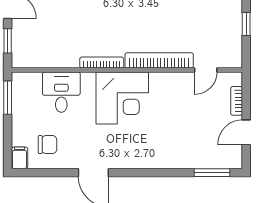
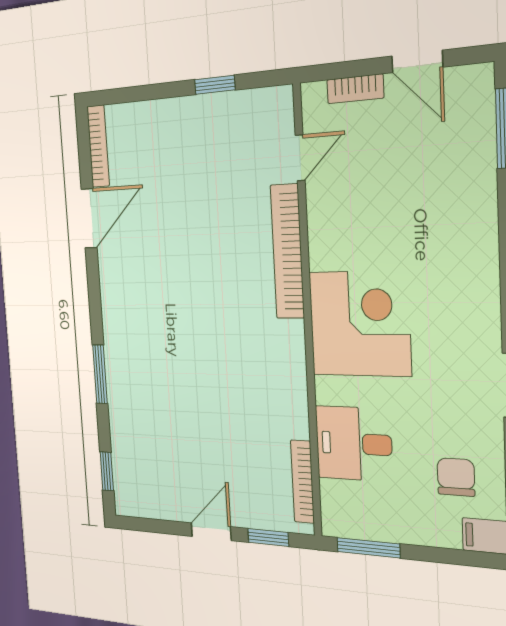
bookcase: (102, 63) -> (302, 482), moved
door: (206, 70) -> (300, 158), hinge flipped

